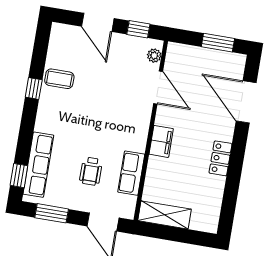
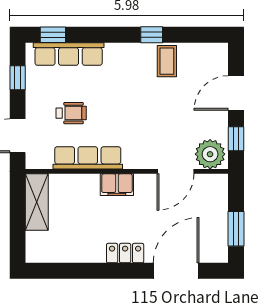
plant: (154, 56) -> (210, 154), width x1.87, depth x1.87
locker: (220, 158) -> (125, 253), moved
wheelchair: (91, 171) -> (71, 113), turned 180
row of seats: (131, 173) -> (88, 158), width x1.48
window: (52, 213) -> (18, 78), width x0.67

